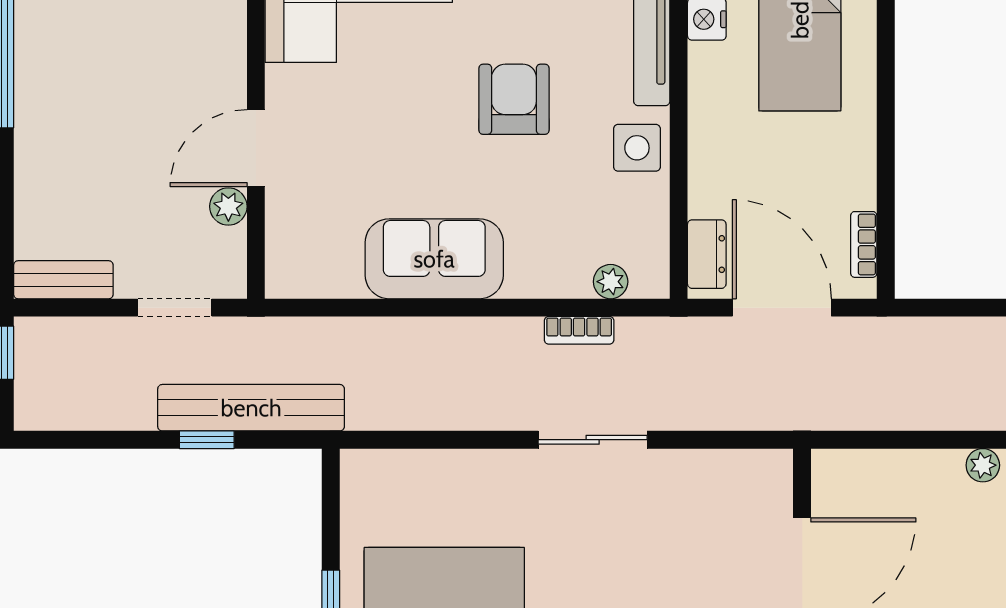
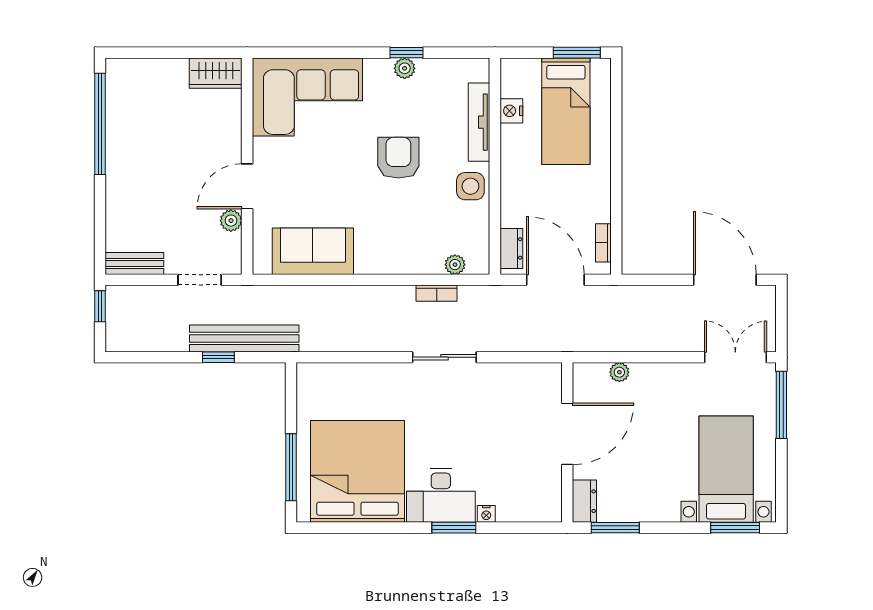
sofa: (434, 259) -> (313, 251), moved
plant: (983, 465) -> (619, 372), moved

